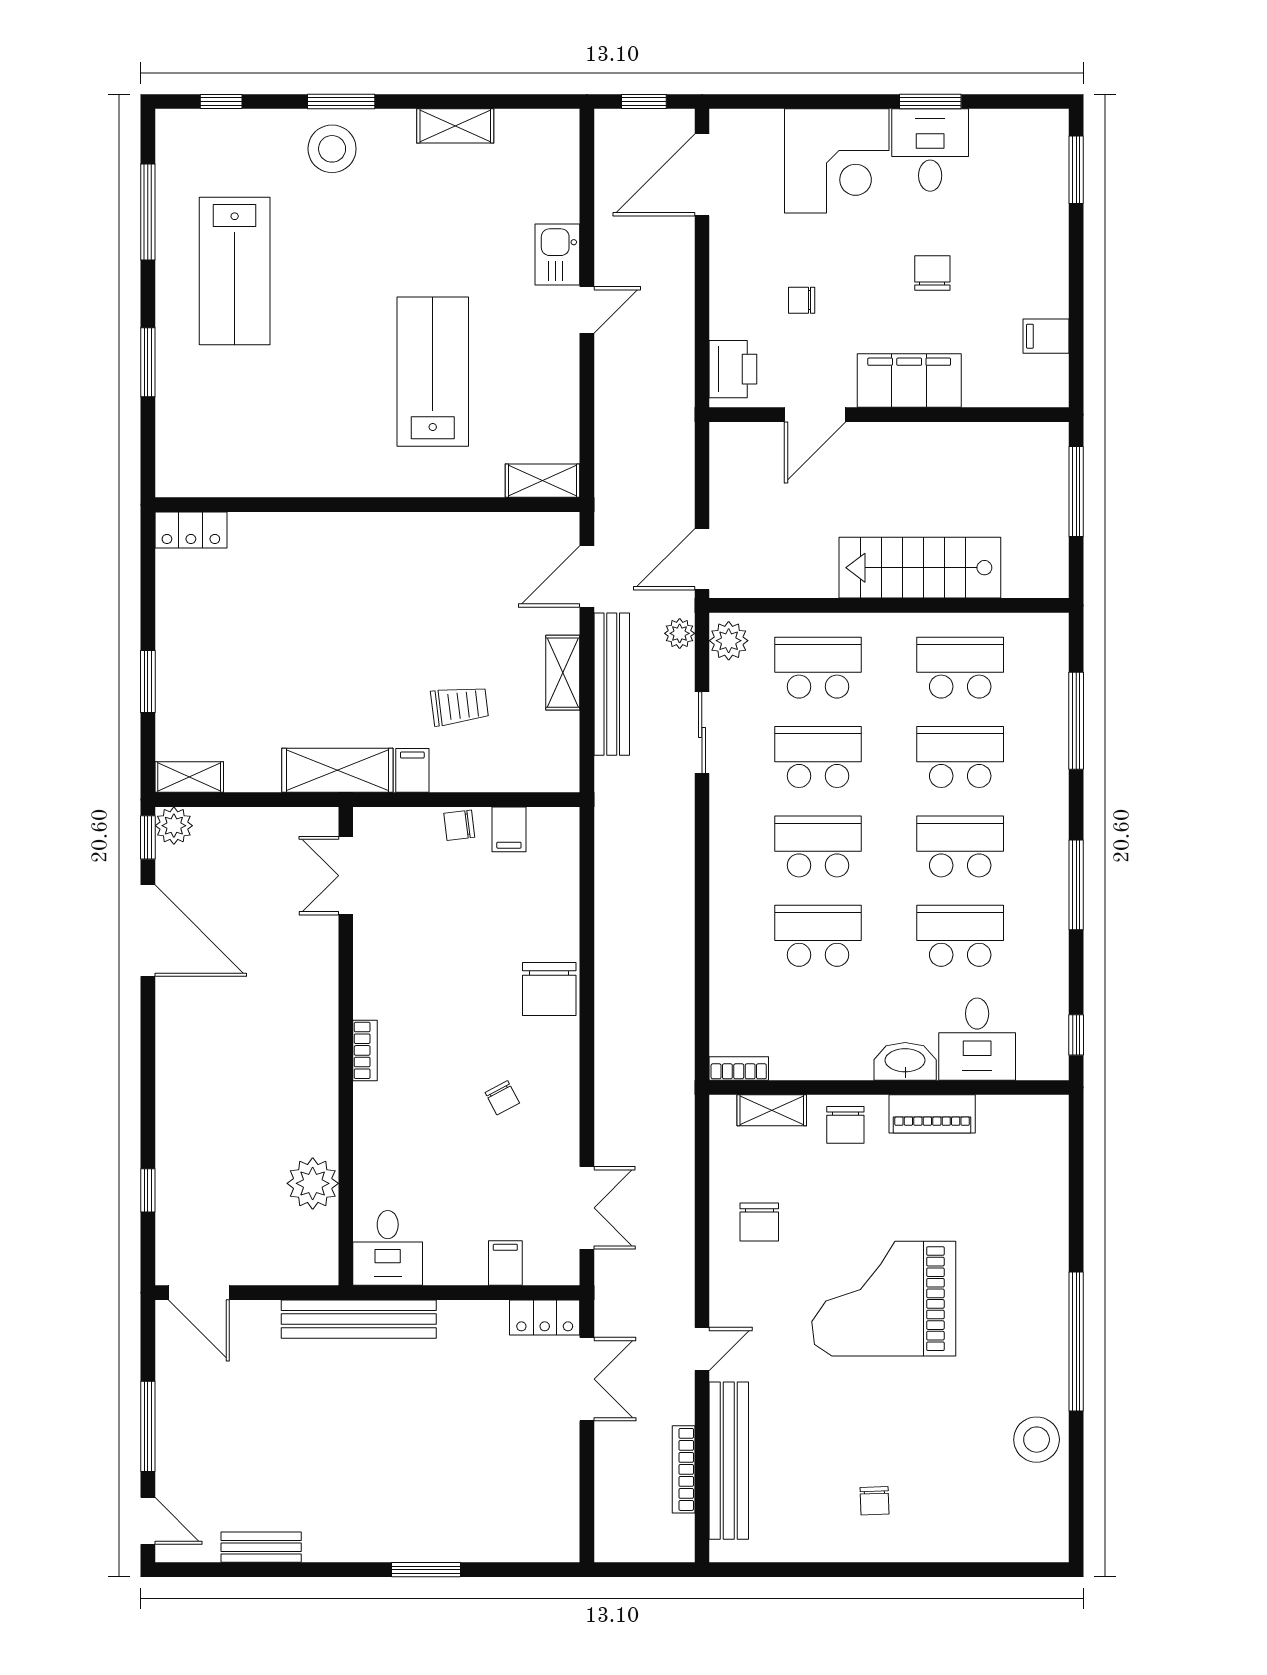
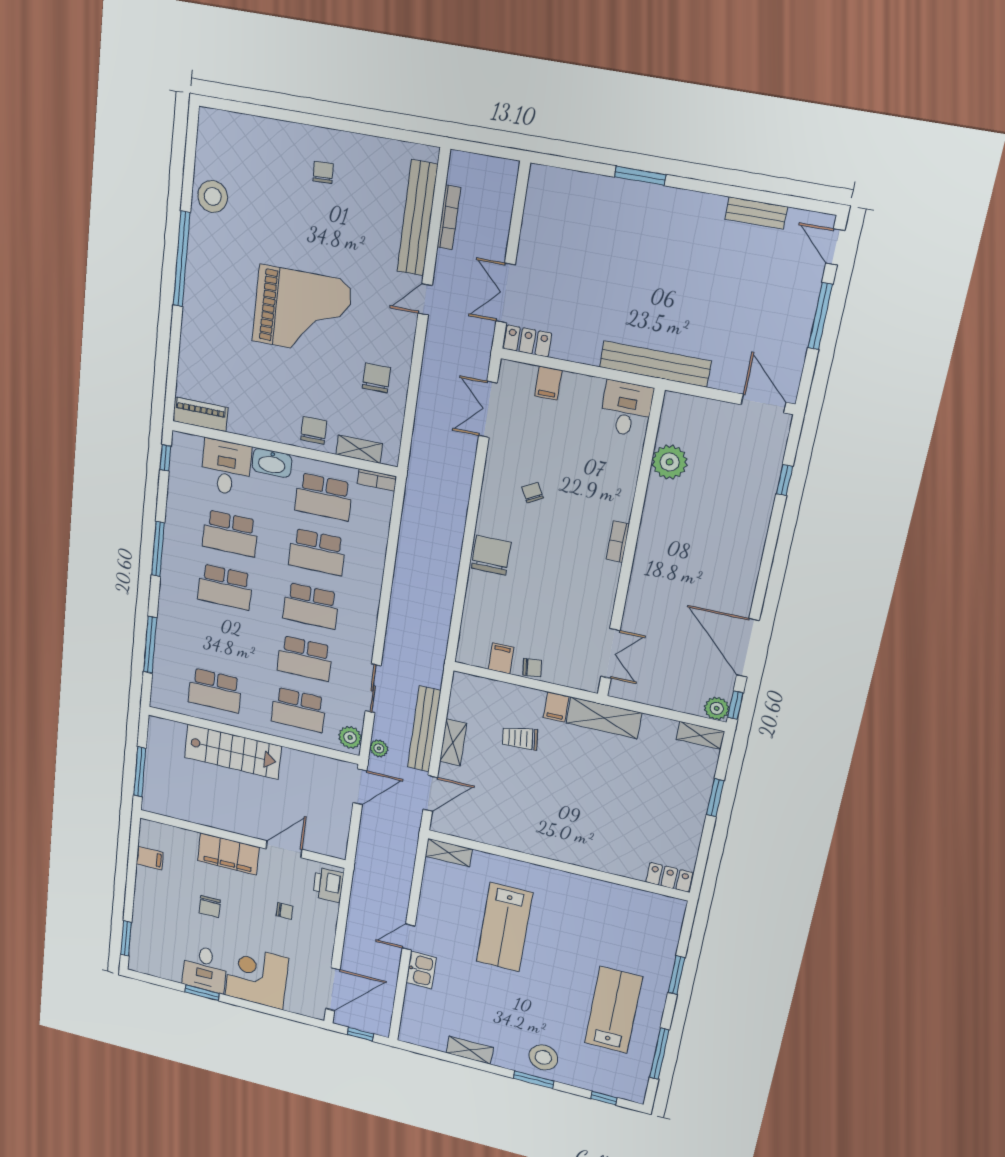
school desk: (960, 757) -> (324, 497), moved
piano: (932, 1114) -> (200, 414), moved

